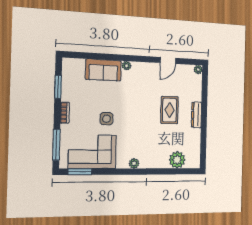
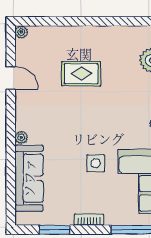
sofa: (103, 70) -> (29, 178), width x1.36
dresser: (196, 115) -> (87, 33), removed

